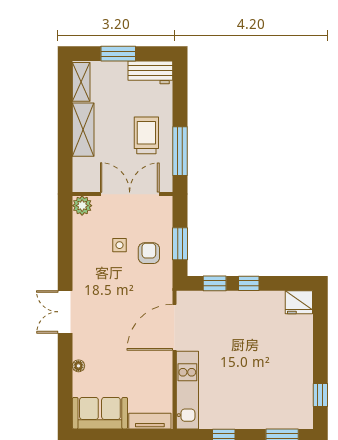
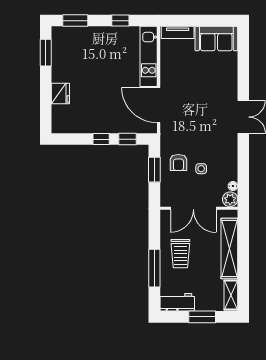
shelving: (83, 130) -> (229, 248), width x1.47
window: (180, 151) -> (154, 268), moved
fridge: (299, 302) -> (60, 94), moved, turned 90
door: (175, 327) -> (159, 105), swing flipped
floor lamp: (78, 366) -> (233, 186), moved
window: (320, 395) -> (46, 53), width x1.50

